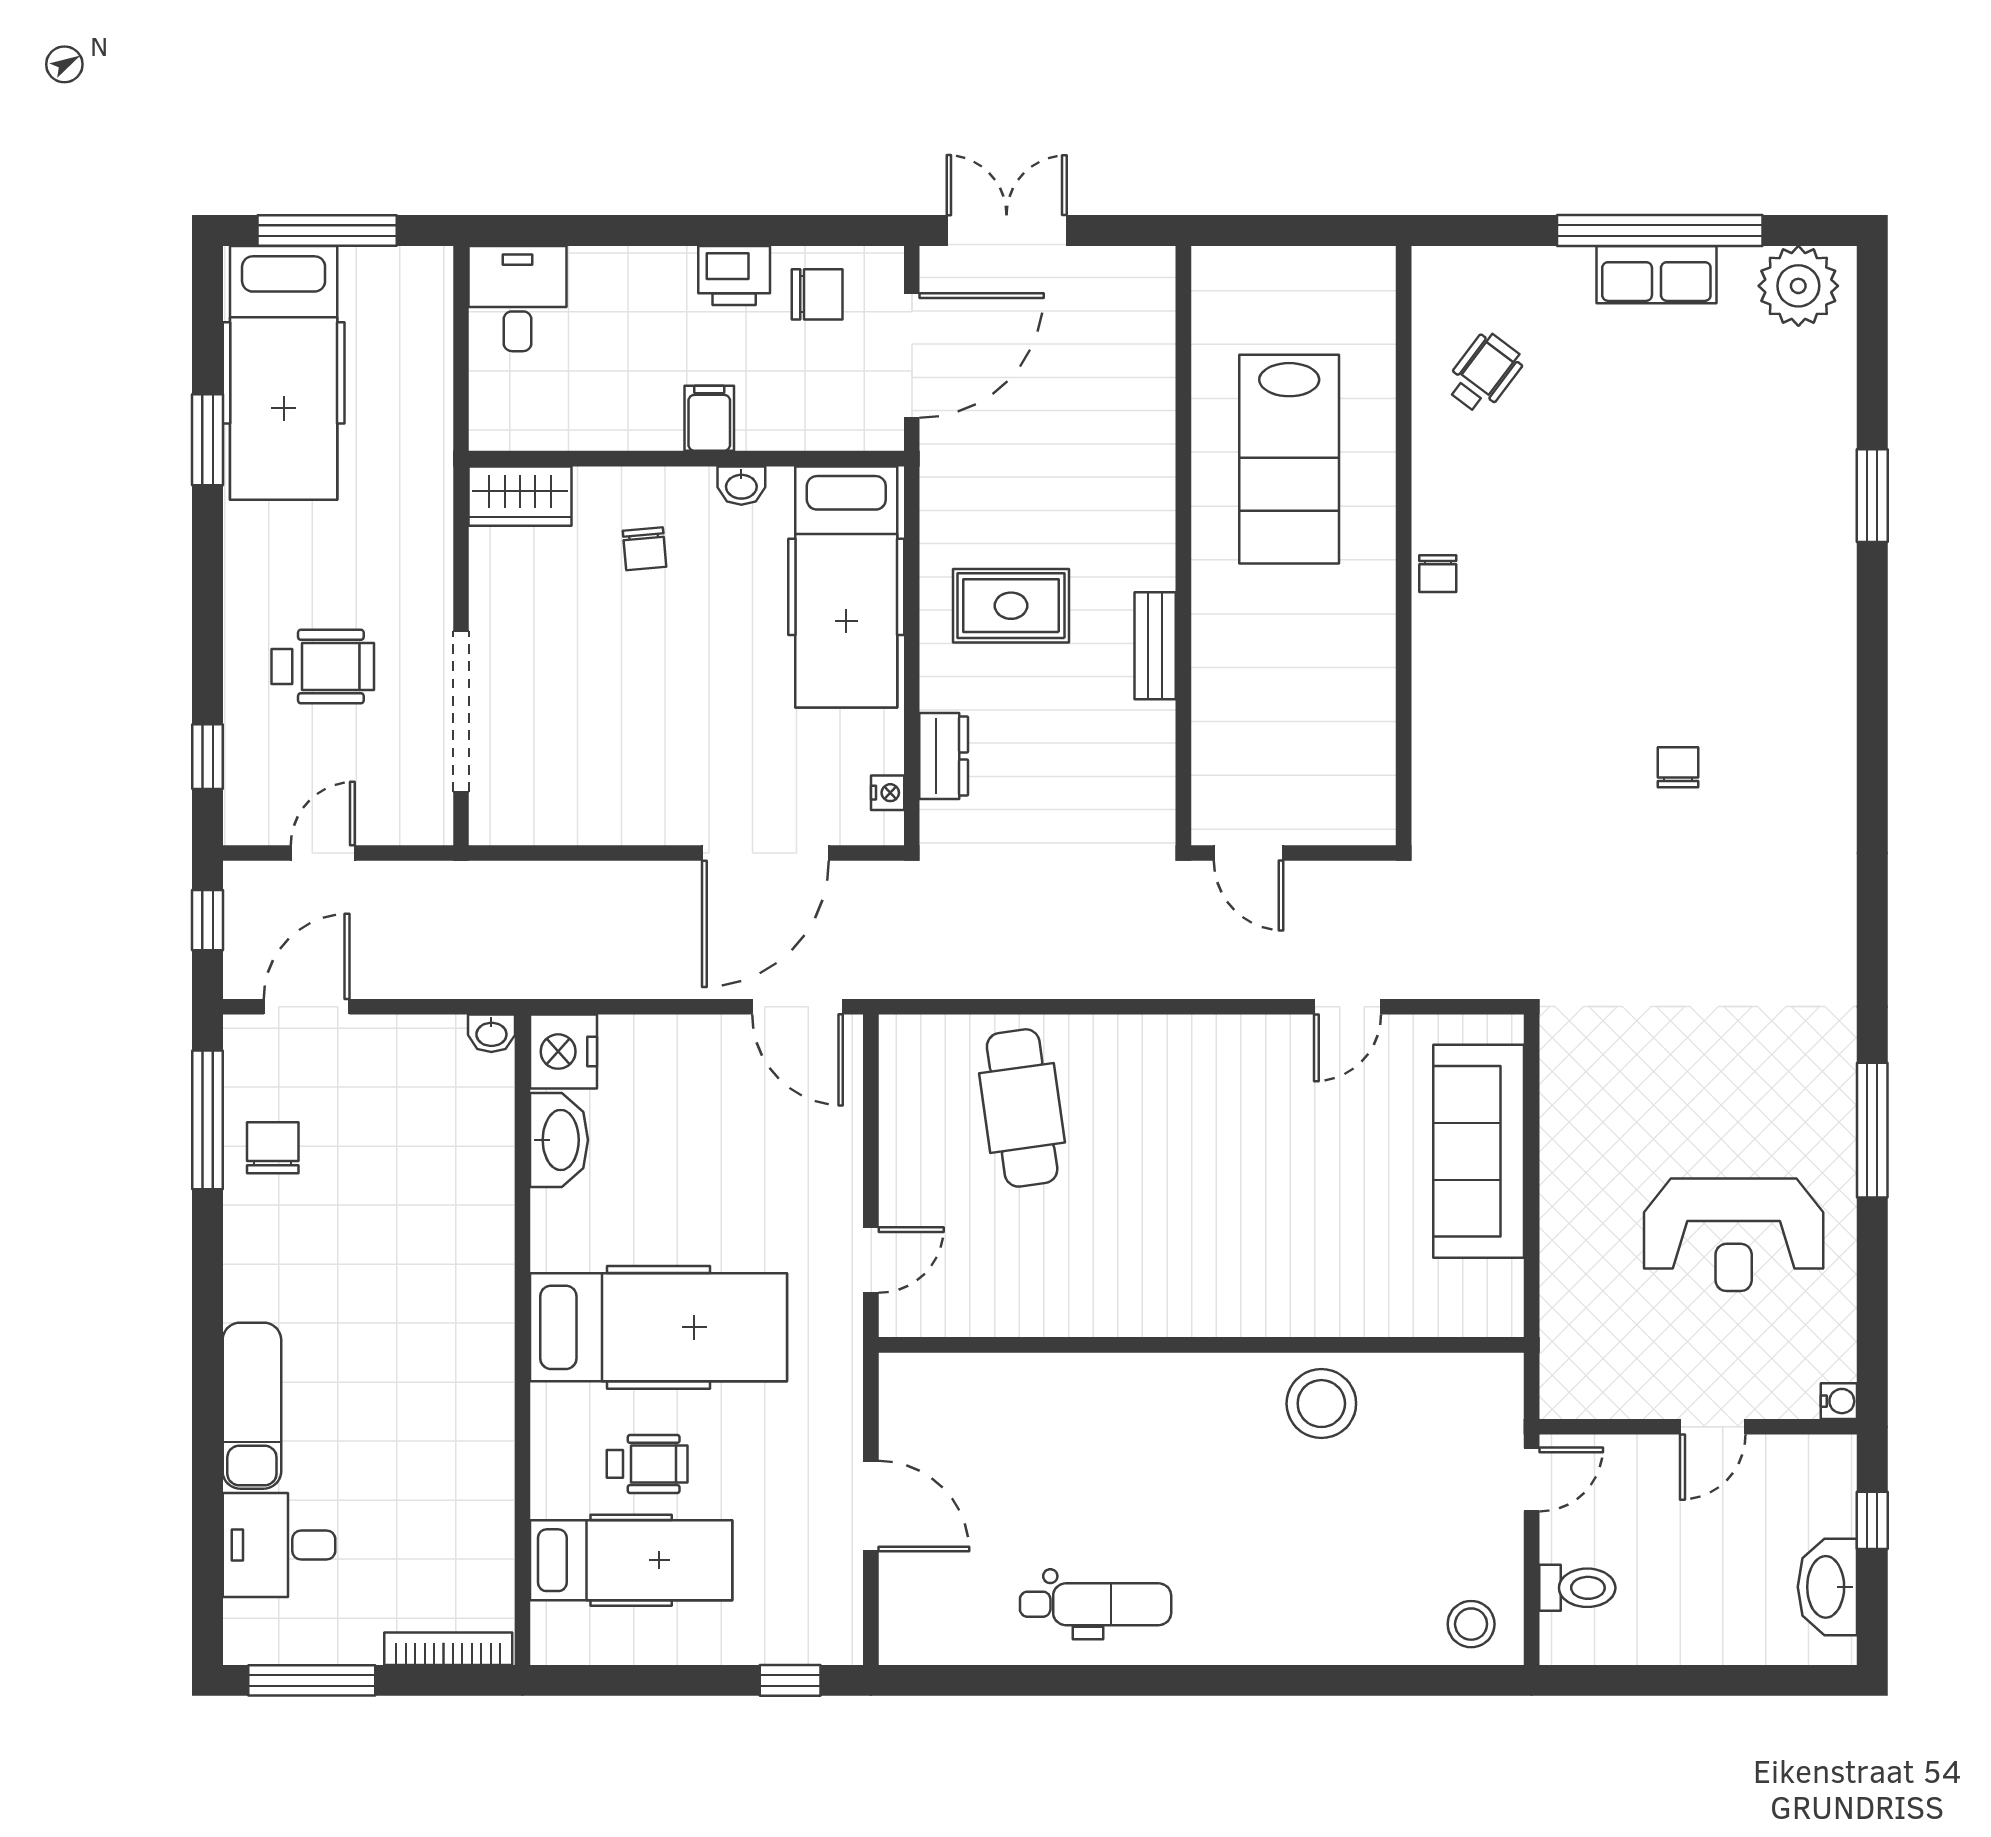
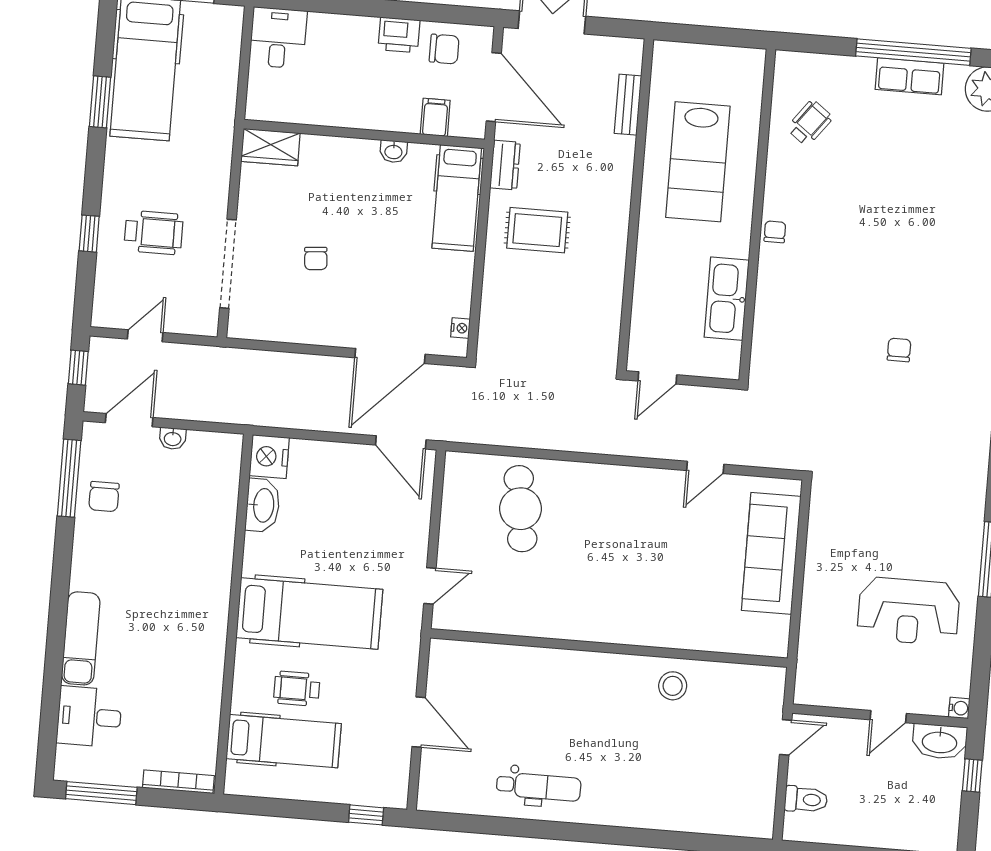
door: (912, 355) -> (494, 87), hinge flipped
filing cabinet: (709, 418) -> (435, 117), moved
chair: (645, 549) -> (316, 258), moved
chair: (1438, 574) -> (775, 232), turned 180
hospital bed: (846, 587) -> (457, 198), width x0.73, depth x0.78
bench: (1155, 646) -> (628, 105), moved
kitchen sink: (1361, 701) -> (727, 299), added
dresser: (944, 756) -> (505, 165), moved
window: (207, 757) -> (89, 234), moved
door: (1248, 853) -> (657, 378), hinge flipped
washbasin: (491, 1033) -> (173, 438), moved
chair: (273, 1148) -> (104, 497), turned 180
stool: (1321, 1404) -> (673, 686), width x0.73, depth x0.73
wheelchair: (647, 1464) -> (297, 689), turned 180
washbasin: (1827, 1587) -> (940, 741), moved, turned -90
stool: (1471, 1624) -> (746, 815), removed

